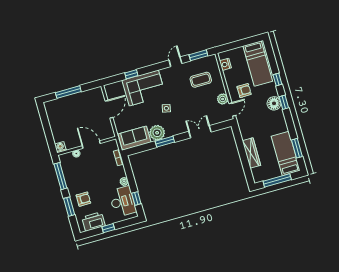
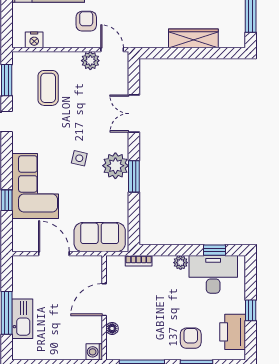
kitchen sink: (68, 102) -> (22, 319), added
plant: (157, 133) -> (115, 166), moved
sofa: (134, 138) -> (100, 237), moved, turned 90

